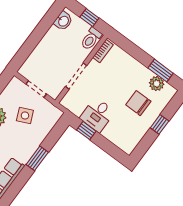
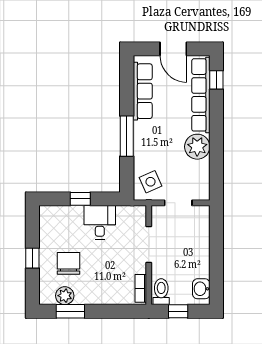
chair: (138, 103) -> (68, 263), turned -90
side table: (25, 116) -> (150, 182), moved
window: (86, 131) -> (80, 199), moved
window: (37, 158) -> (127, 136), width x1.44

